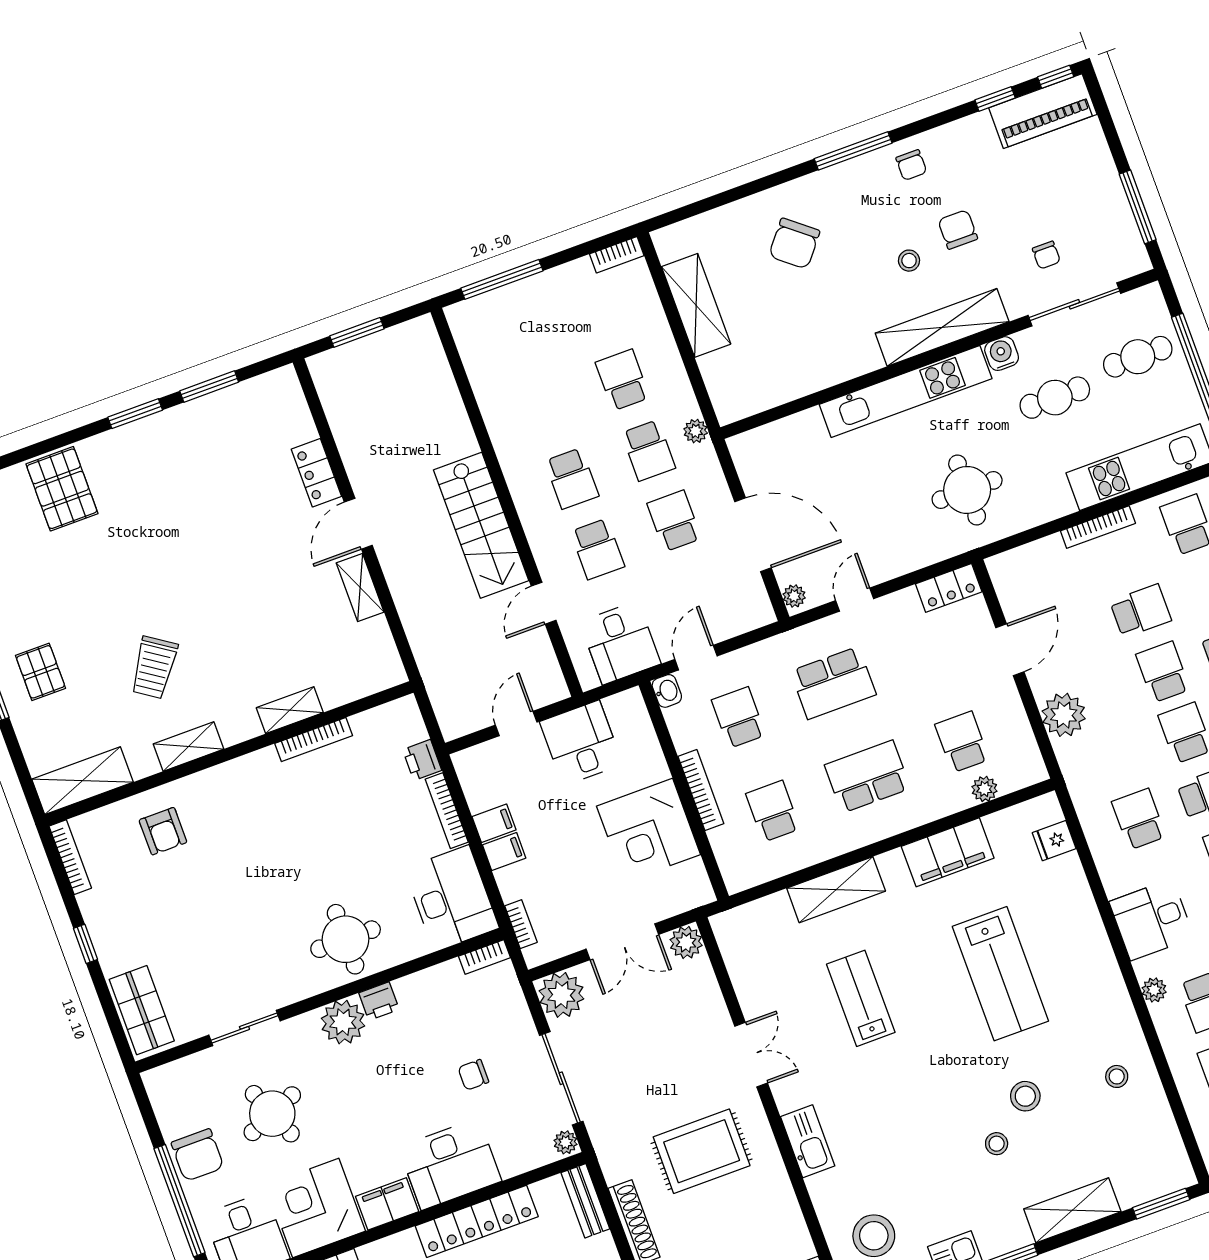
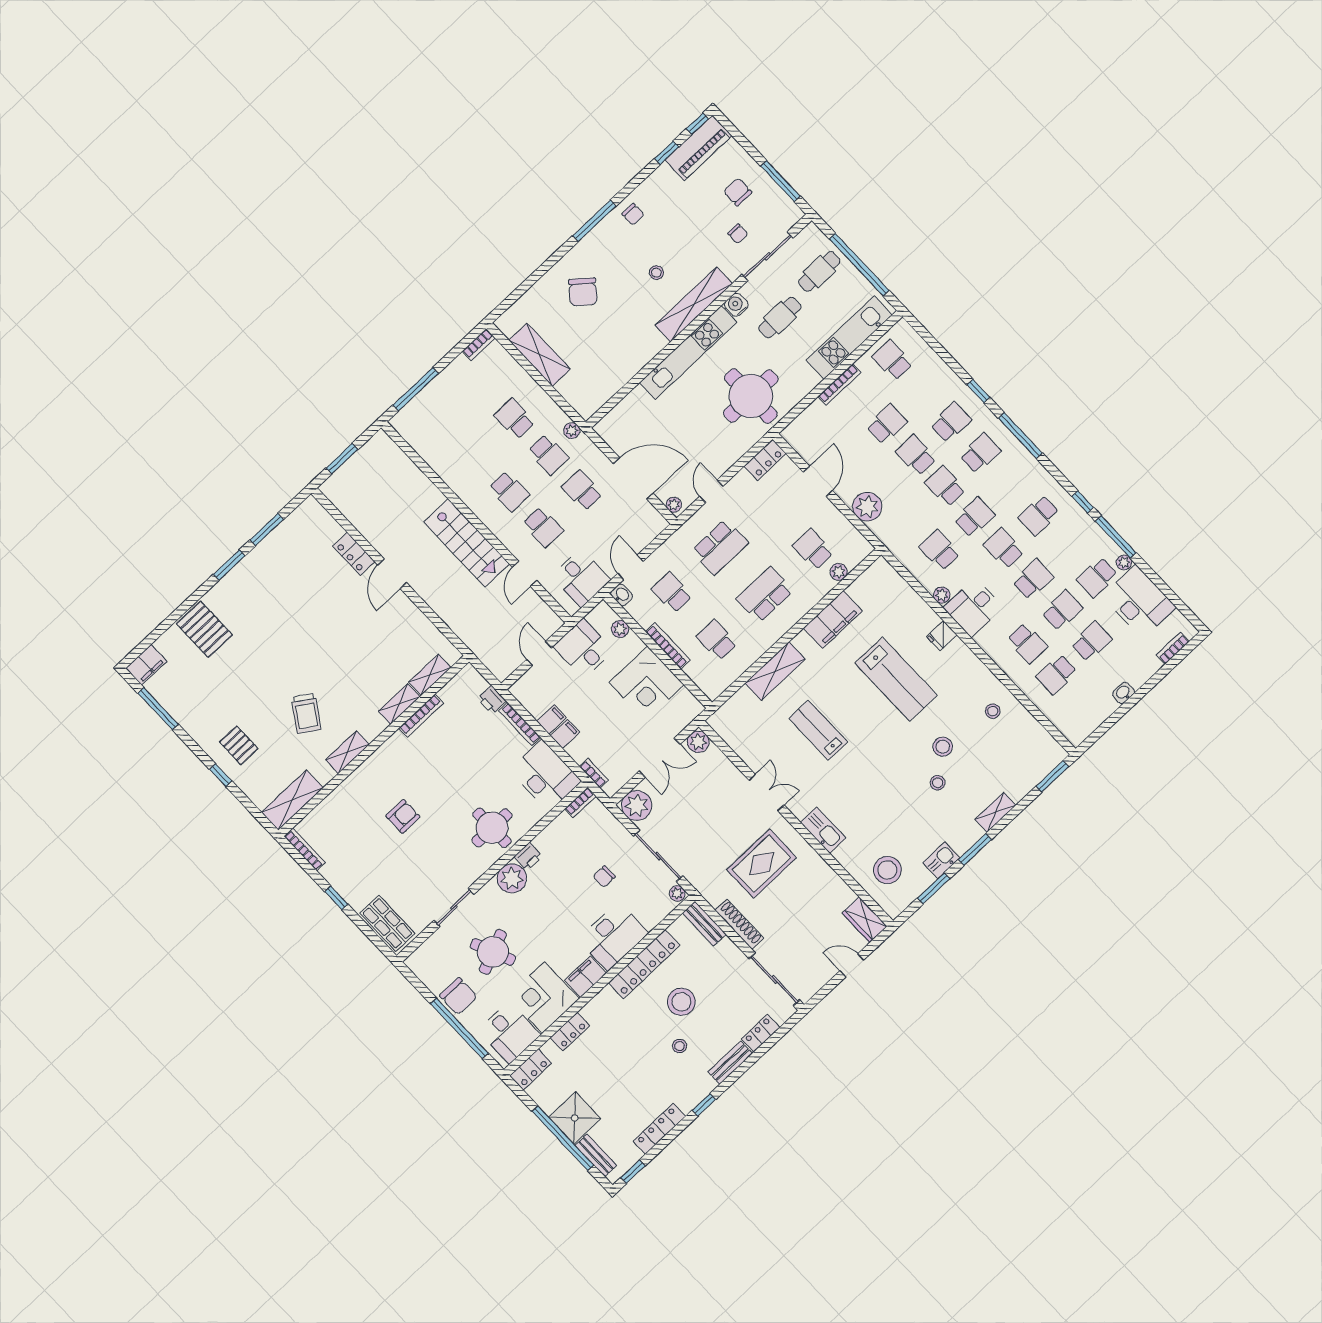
chair: (958, 229) -> (738, 192), moved
round table: (967, 490) -> (751, 396), width x1.36, depth x1.36
shelving: (360, 587) -> (430, 675), moved, turned 90
plant: (644, 738) -> (620, 629), added
armchair: (163, 831) -> (403, 816), moved, turned -90
fridge: (1054, 841) -> (942, 636), moved
plant: (1154, 990) -> (942, 595), moved
shelving: (1072, 1210) -> (995, 812), width x0.67, depth x0.75

